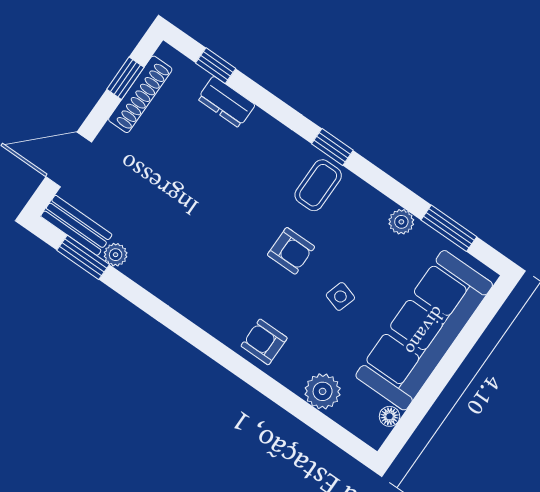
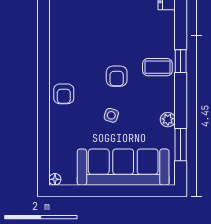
armchair: (264, 342) -> (64, 94), turned 180
plant: (323, 391) -> (60, 139), removed
floor lamp: (390, 416) -> (55, 179), moved

